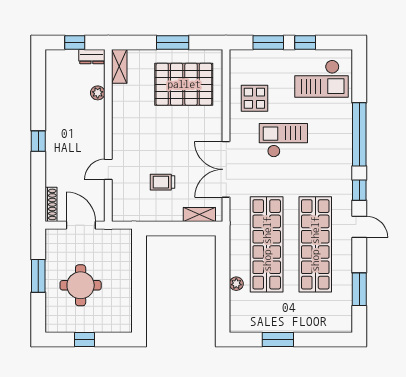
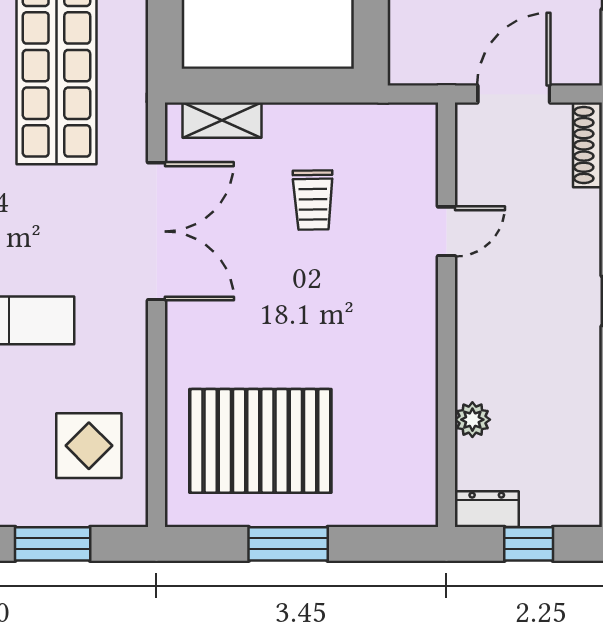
shelving: (119, 66) -> (419, 485), removed
display table: (254, 98) -> (89, 446), moved
trolley: (162, 182) -> (313, 200), turned 89
door: (81, 225) -> (514, 94), swing flipped

